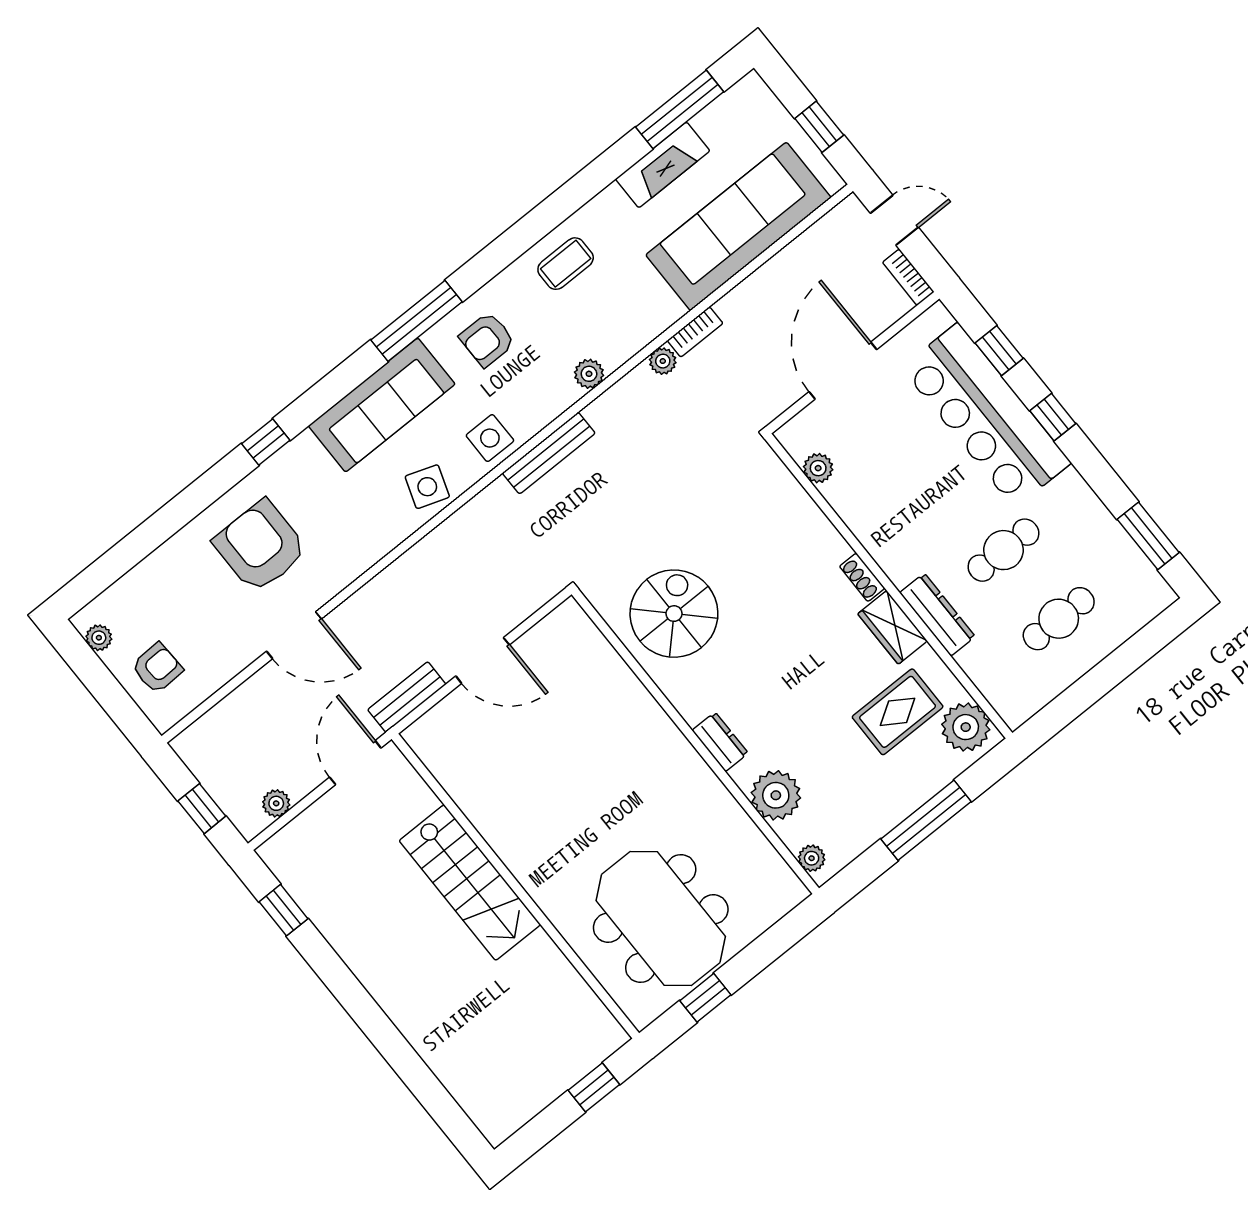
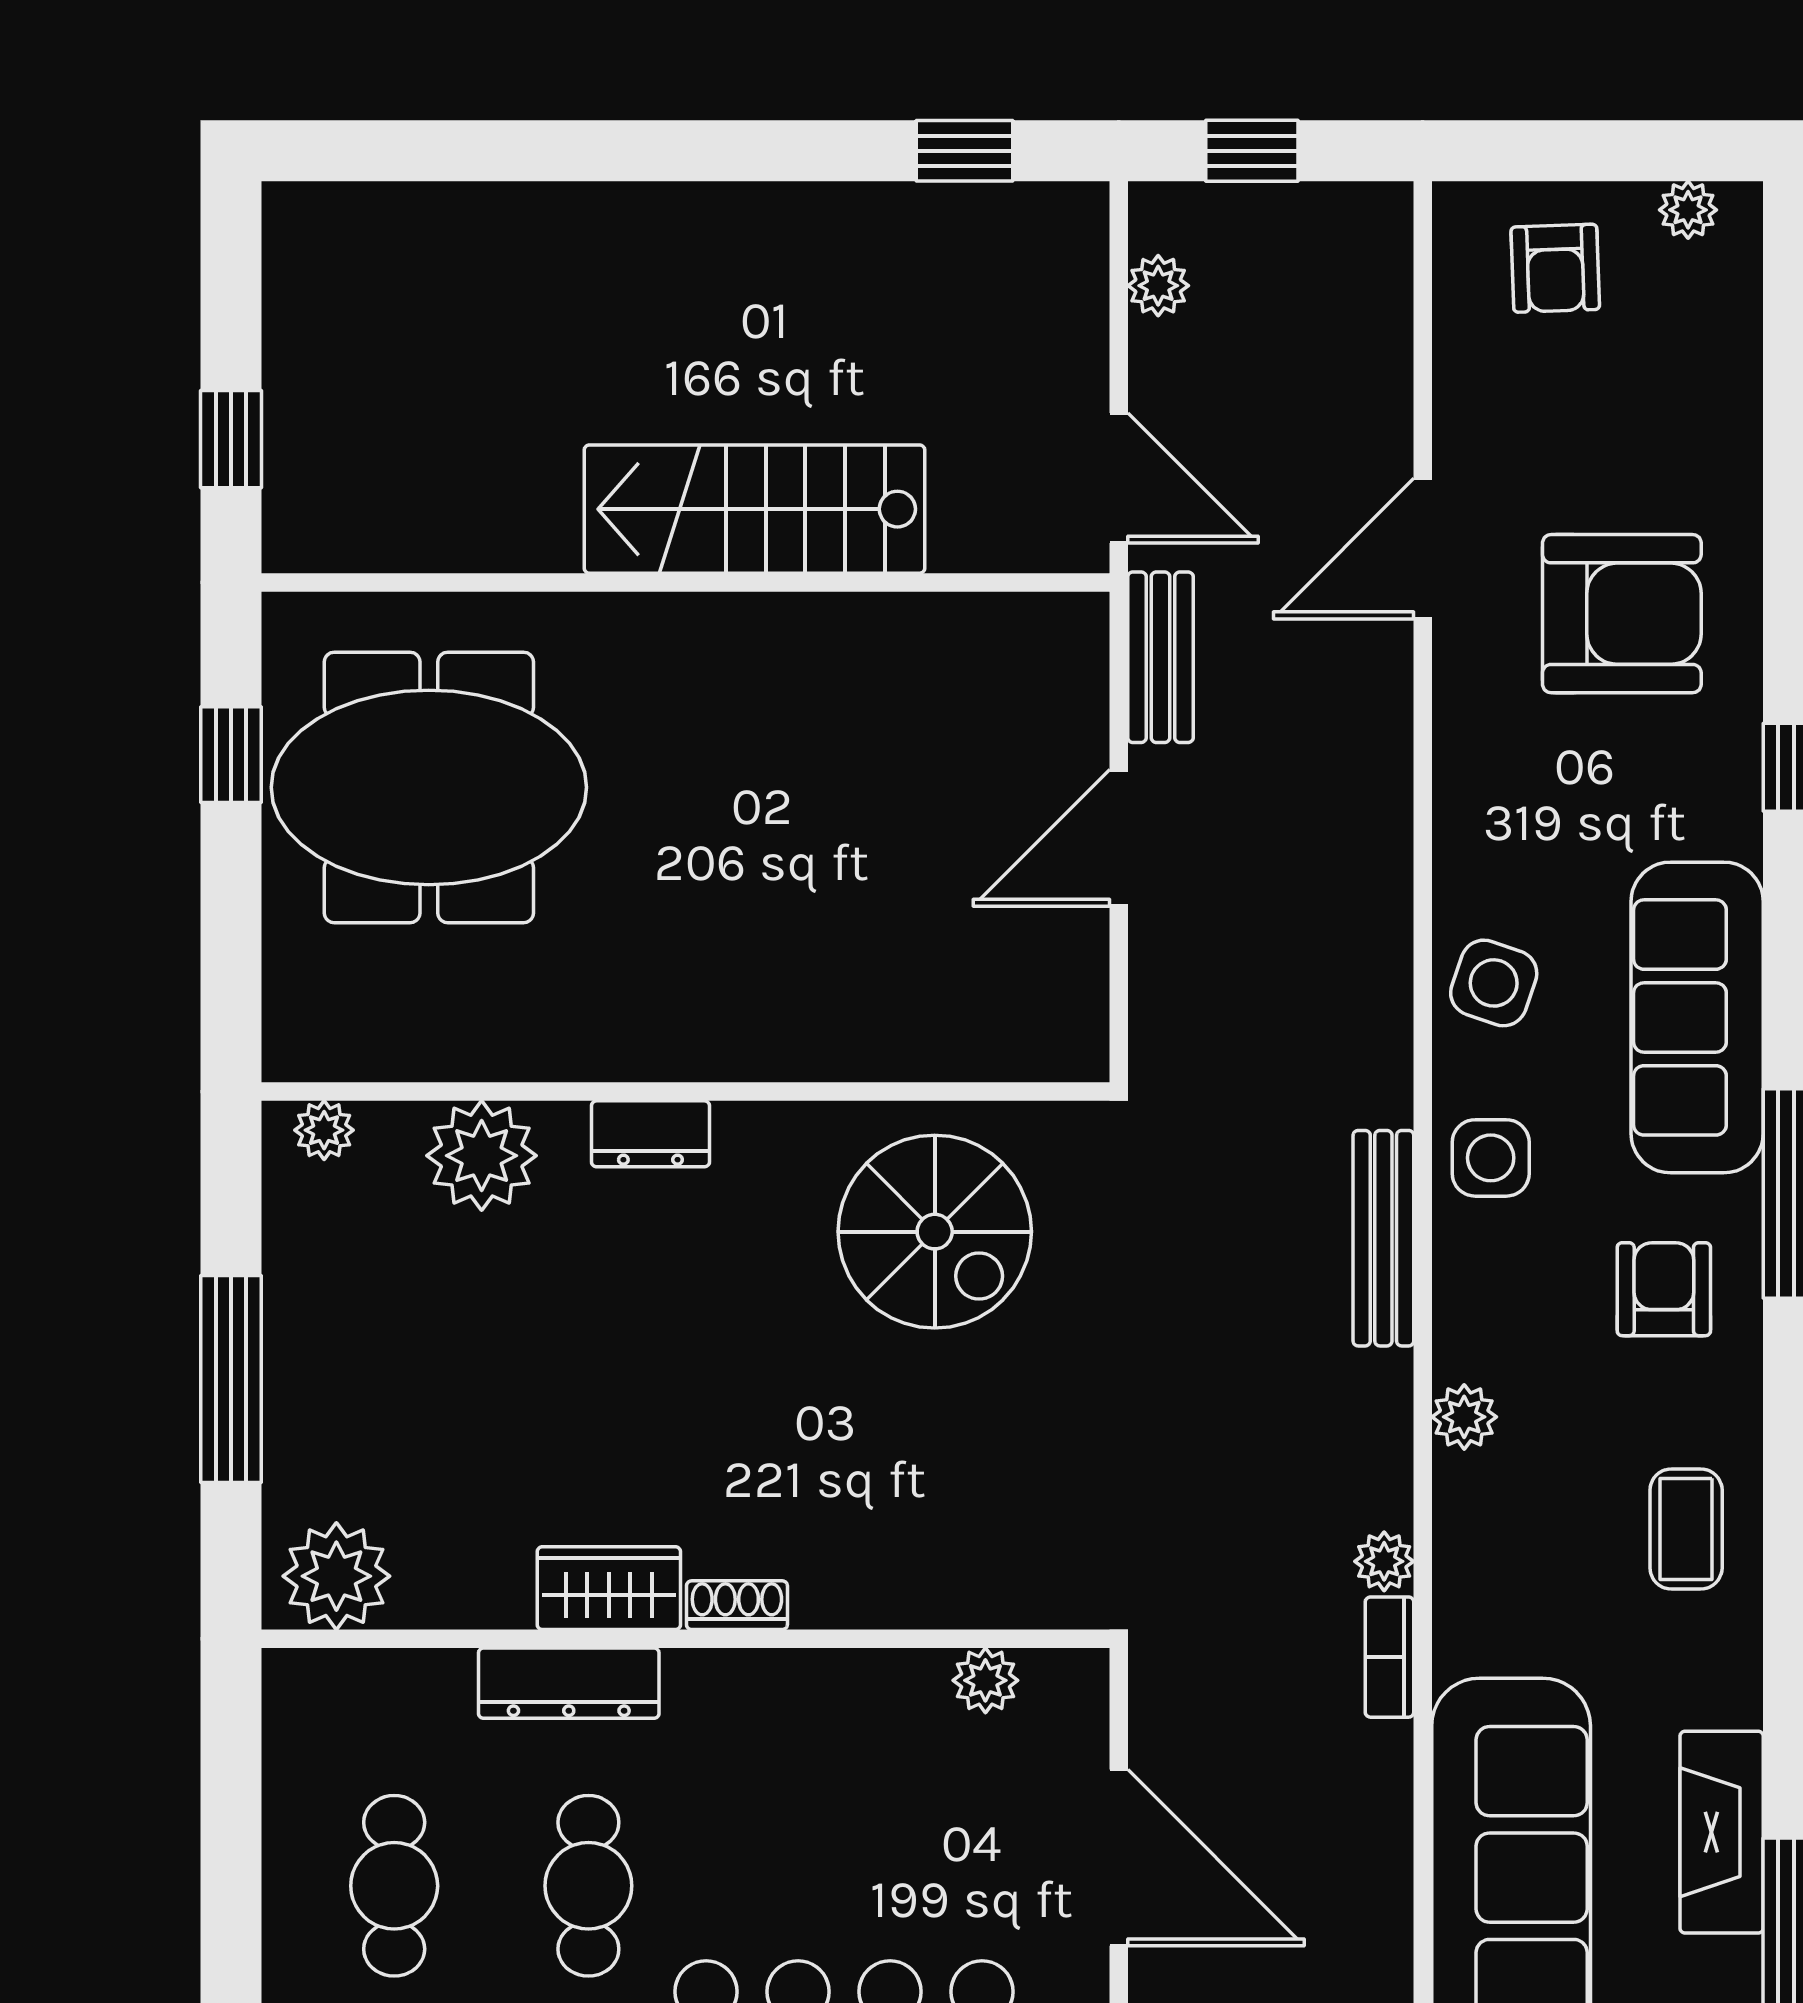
rug: (898, 712) -> (457, 1480), removed

